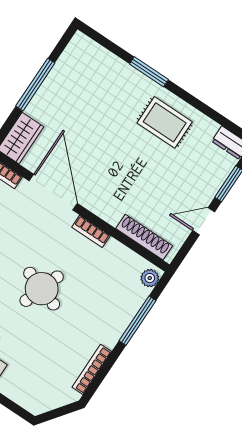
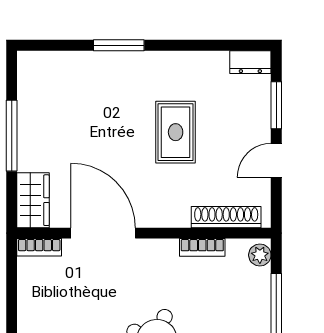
rug: (165, 122) -> (176, 132), moved, turned 90
bookcase: (91, 231) -> (202, 247), moved

